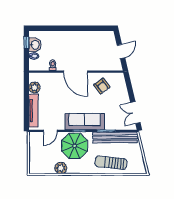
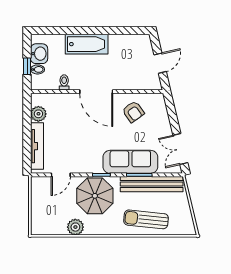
bathtub: (69, 38) -> (87, 44), added
window: (26, 43) -> (27, 66), moved
sofa: (85, 122) -> (130, 162), moved

